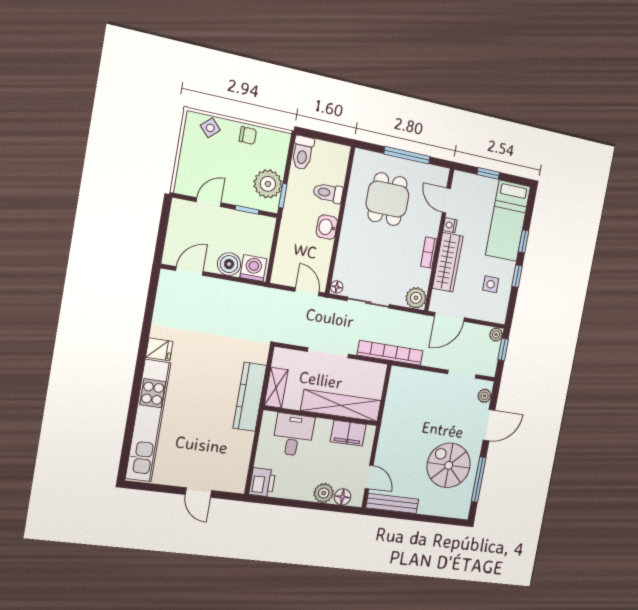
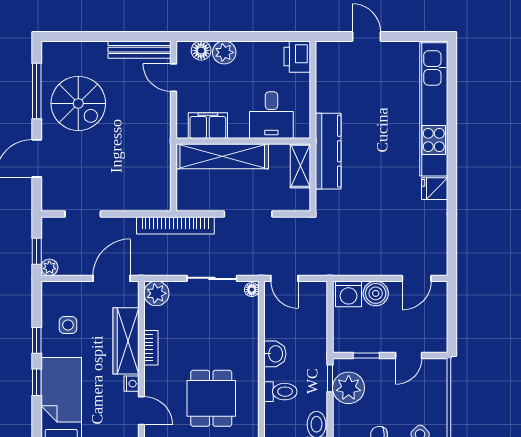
plant: (484, 396) -> (50, 193), removed

